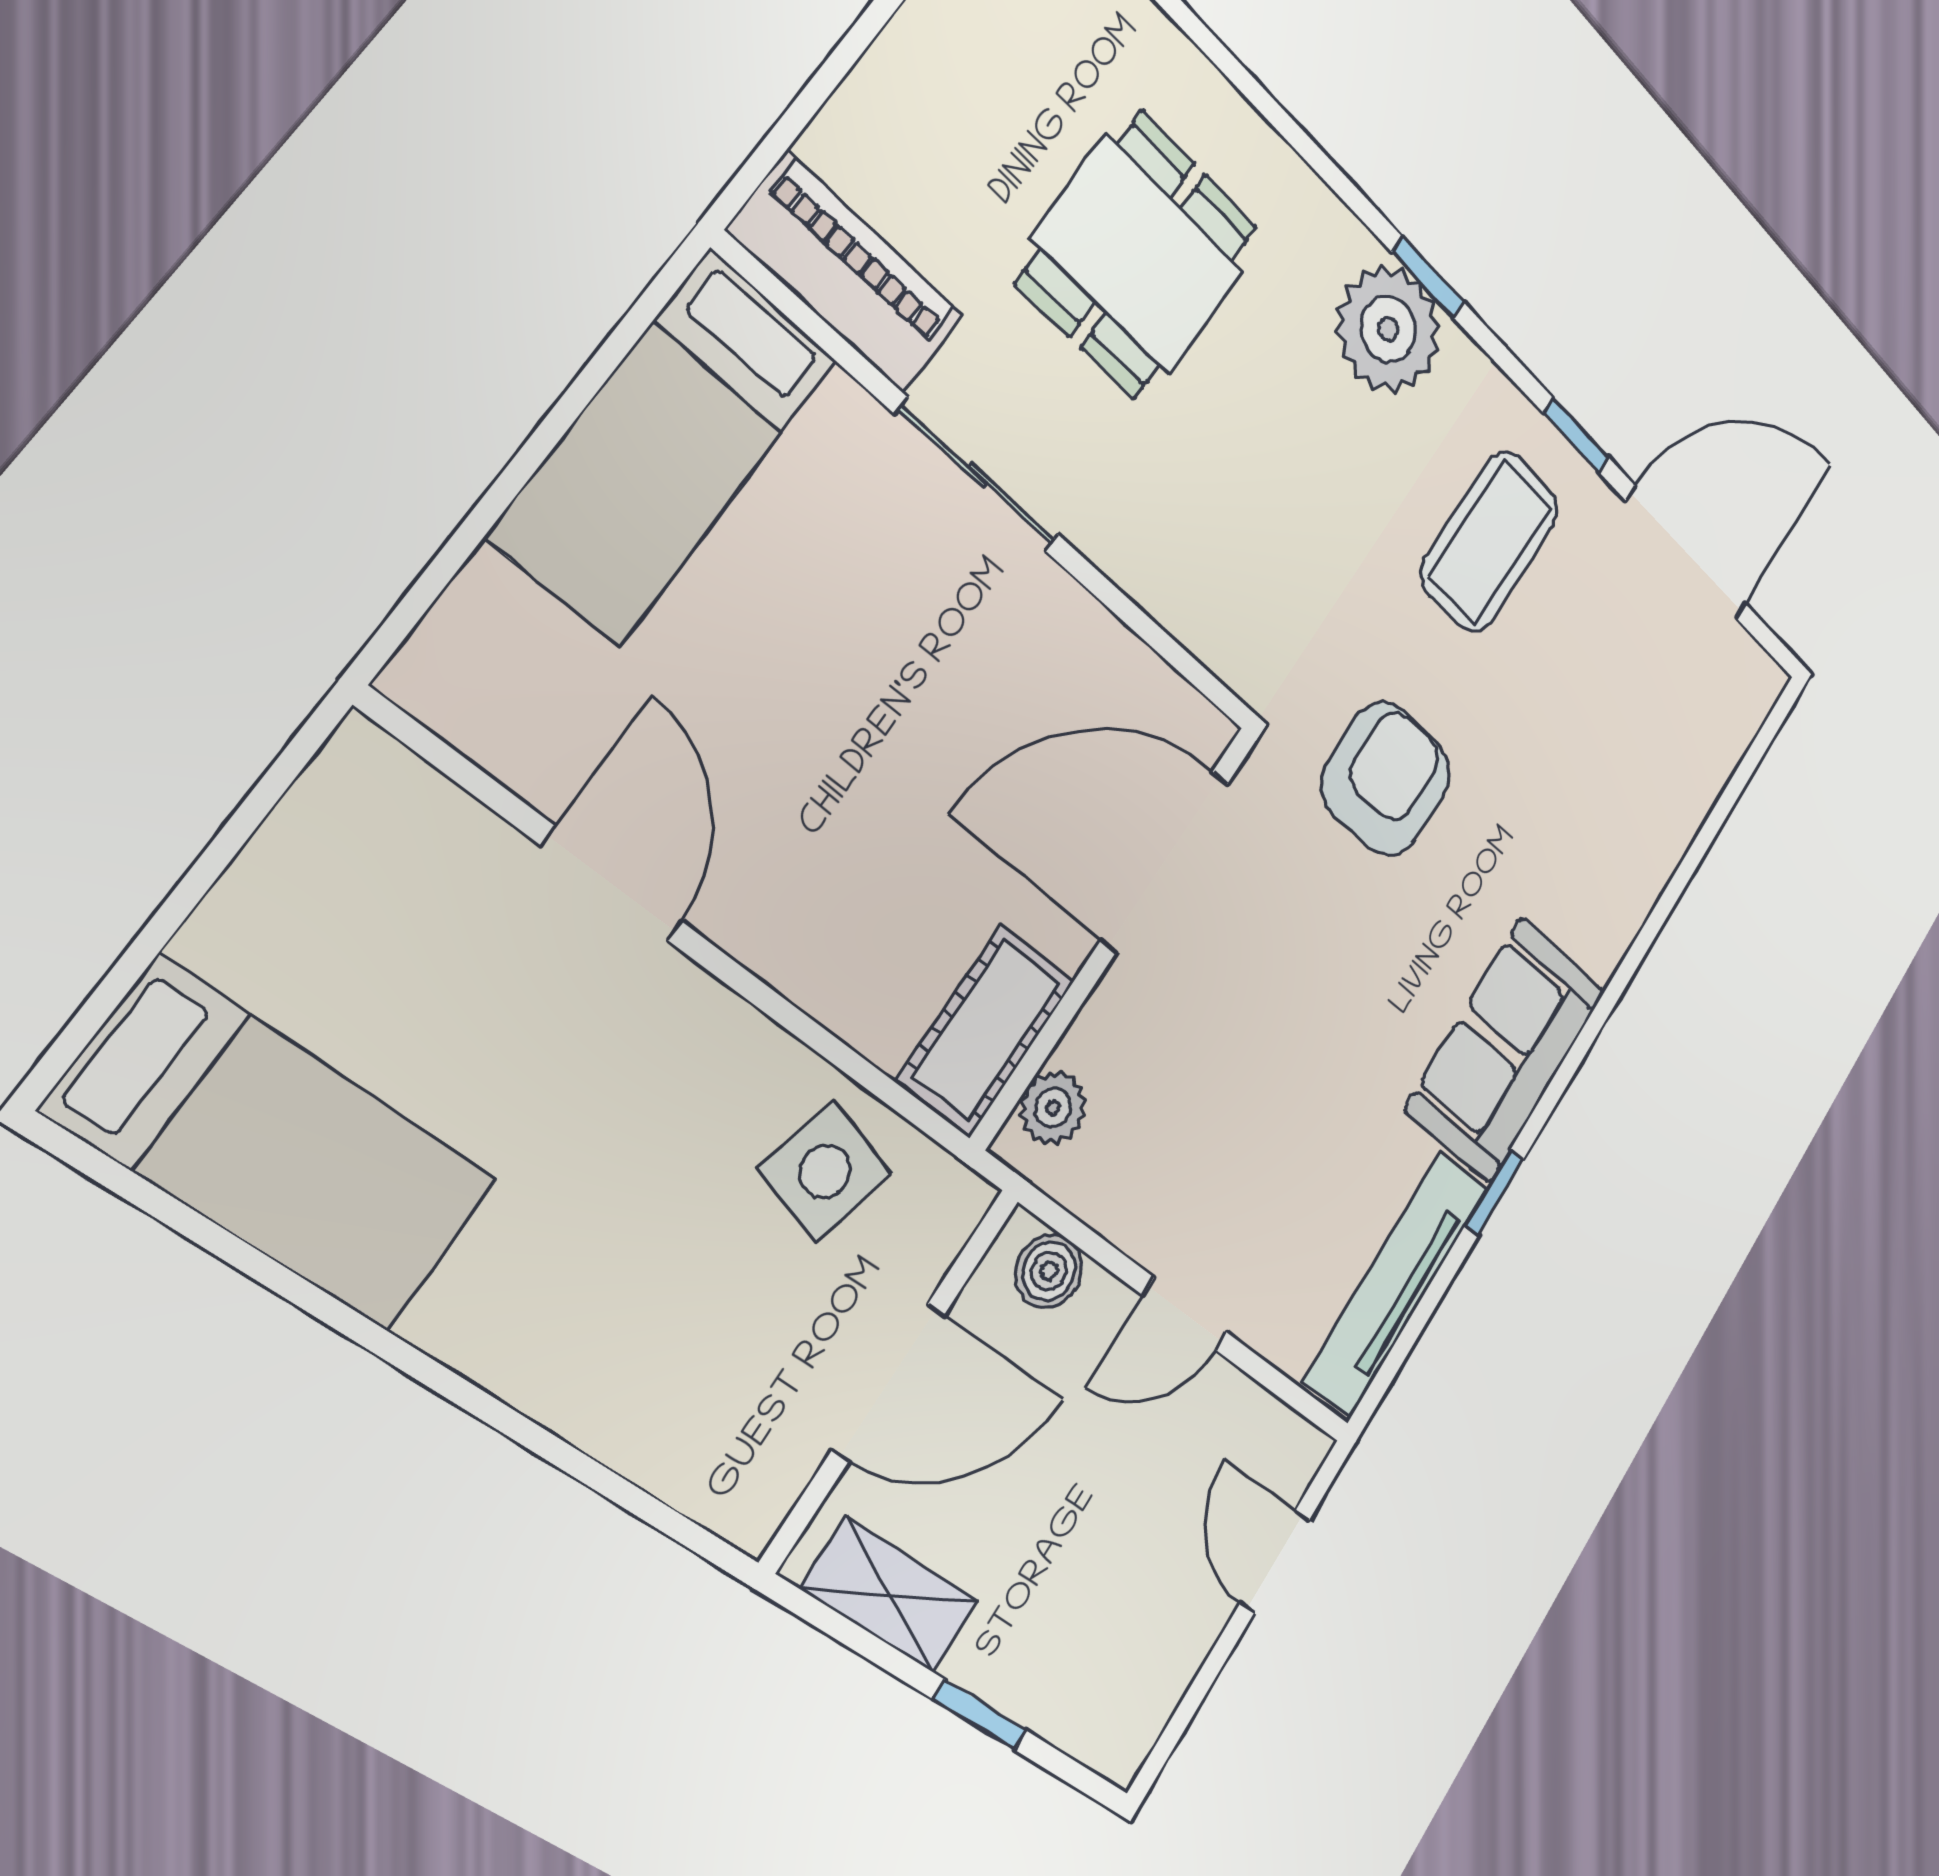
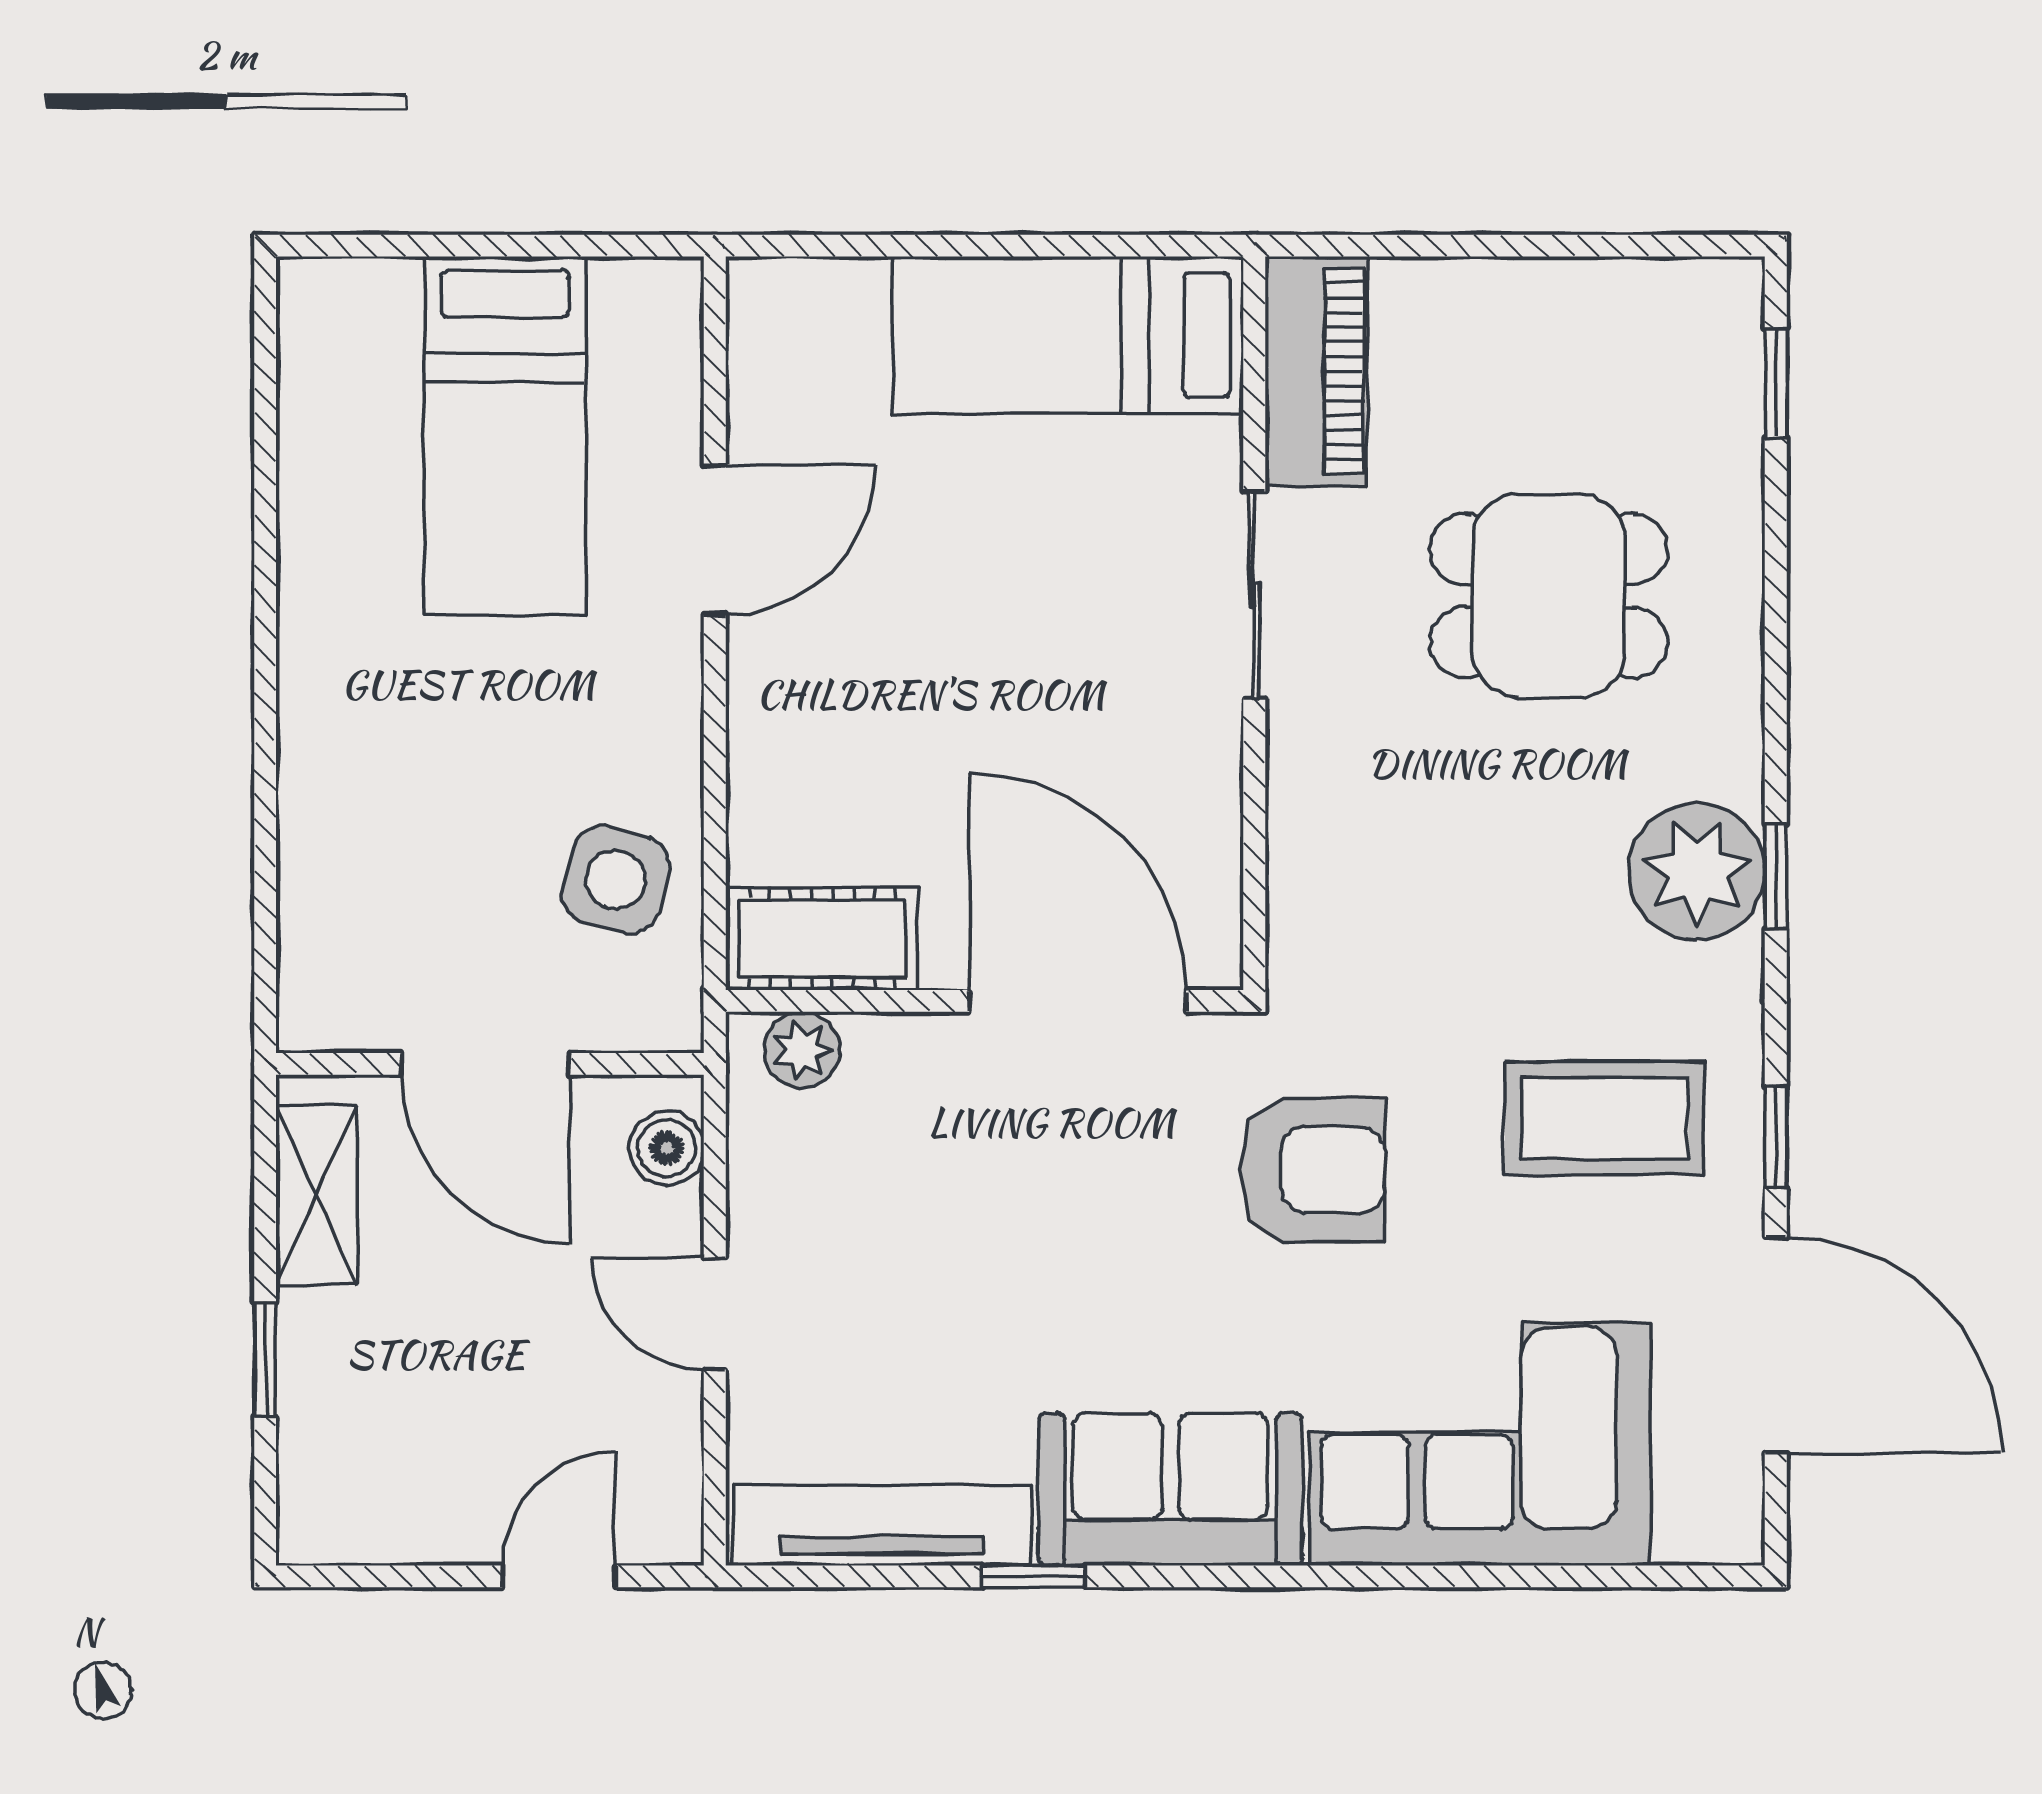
corner sofa: (1615, 806) -> (1480, 1444), added
bed: (276, 1147) -> (505, 436), moved

